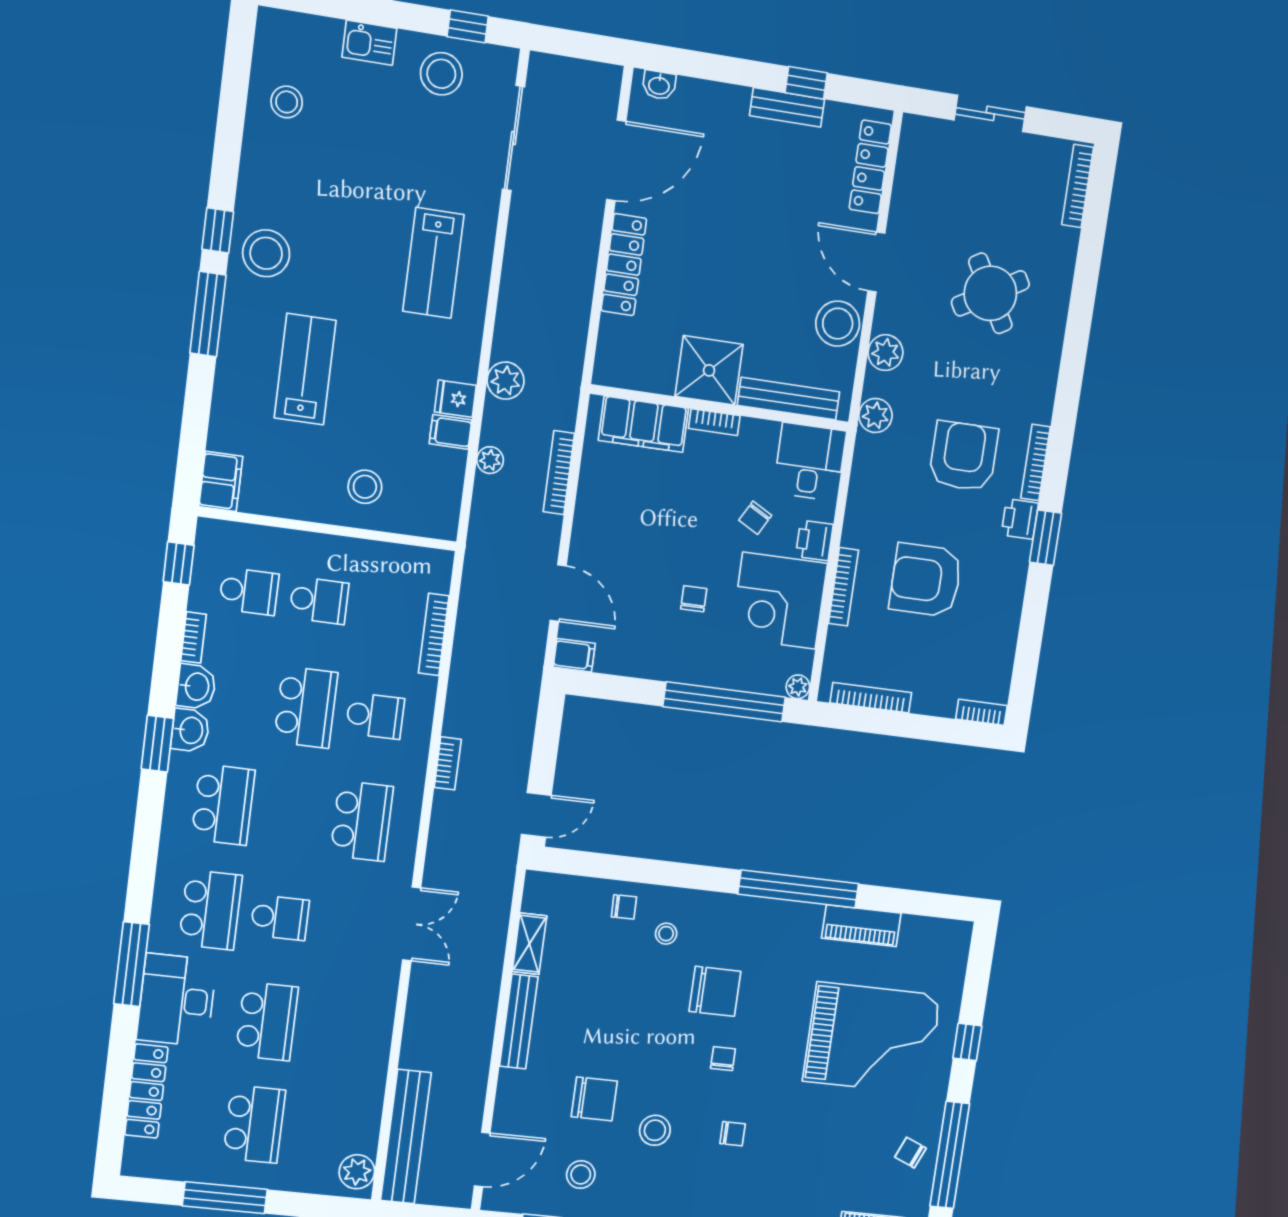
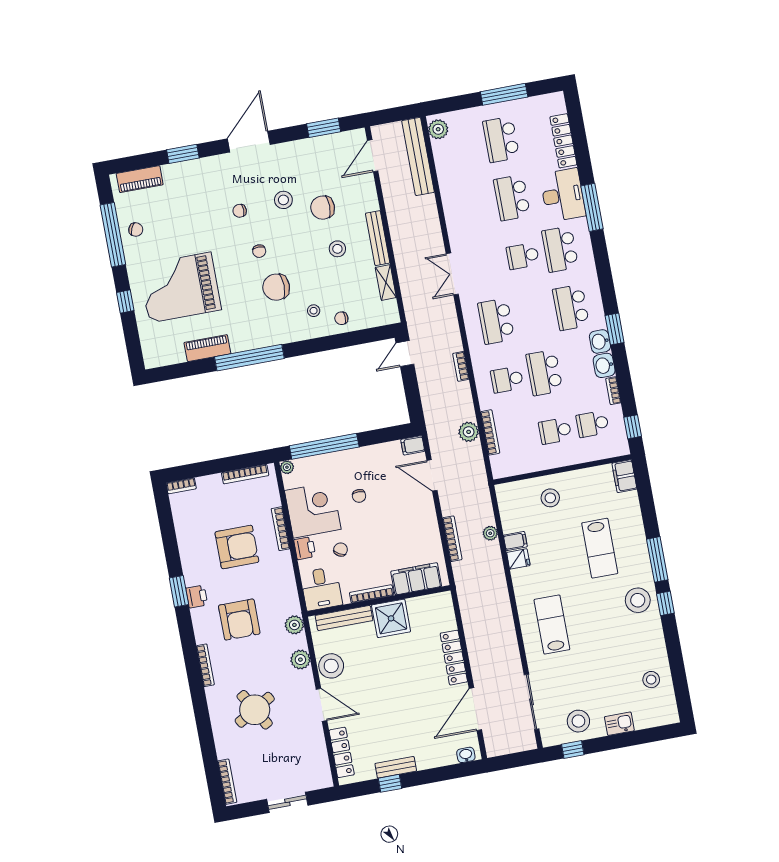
plant: (506, 381) -> (469, 432), moved
bookcase: (714, 422) -> (372, 594), width x1.56
bookcase: (1036, 462) -> (205, 665), moved
stool: (581, 1175) -> (337, 249), moved

